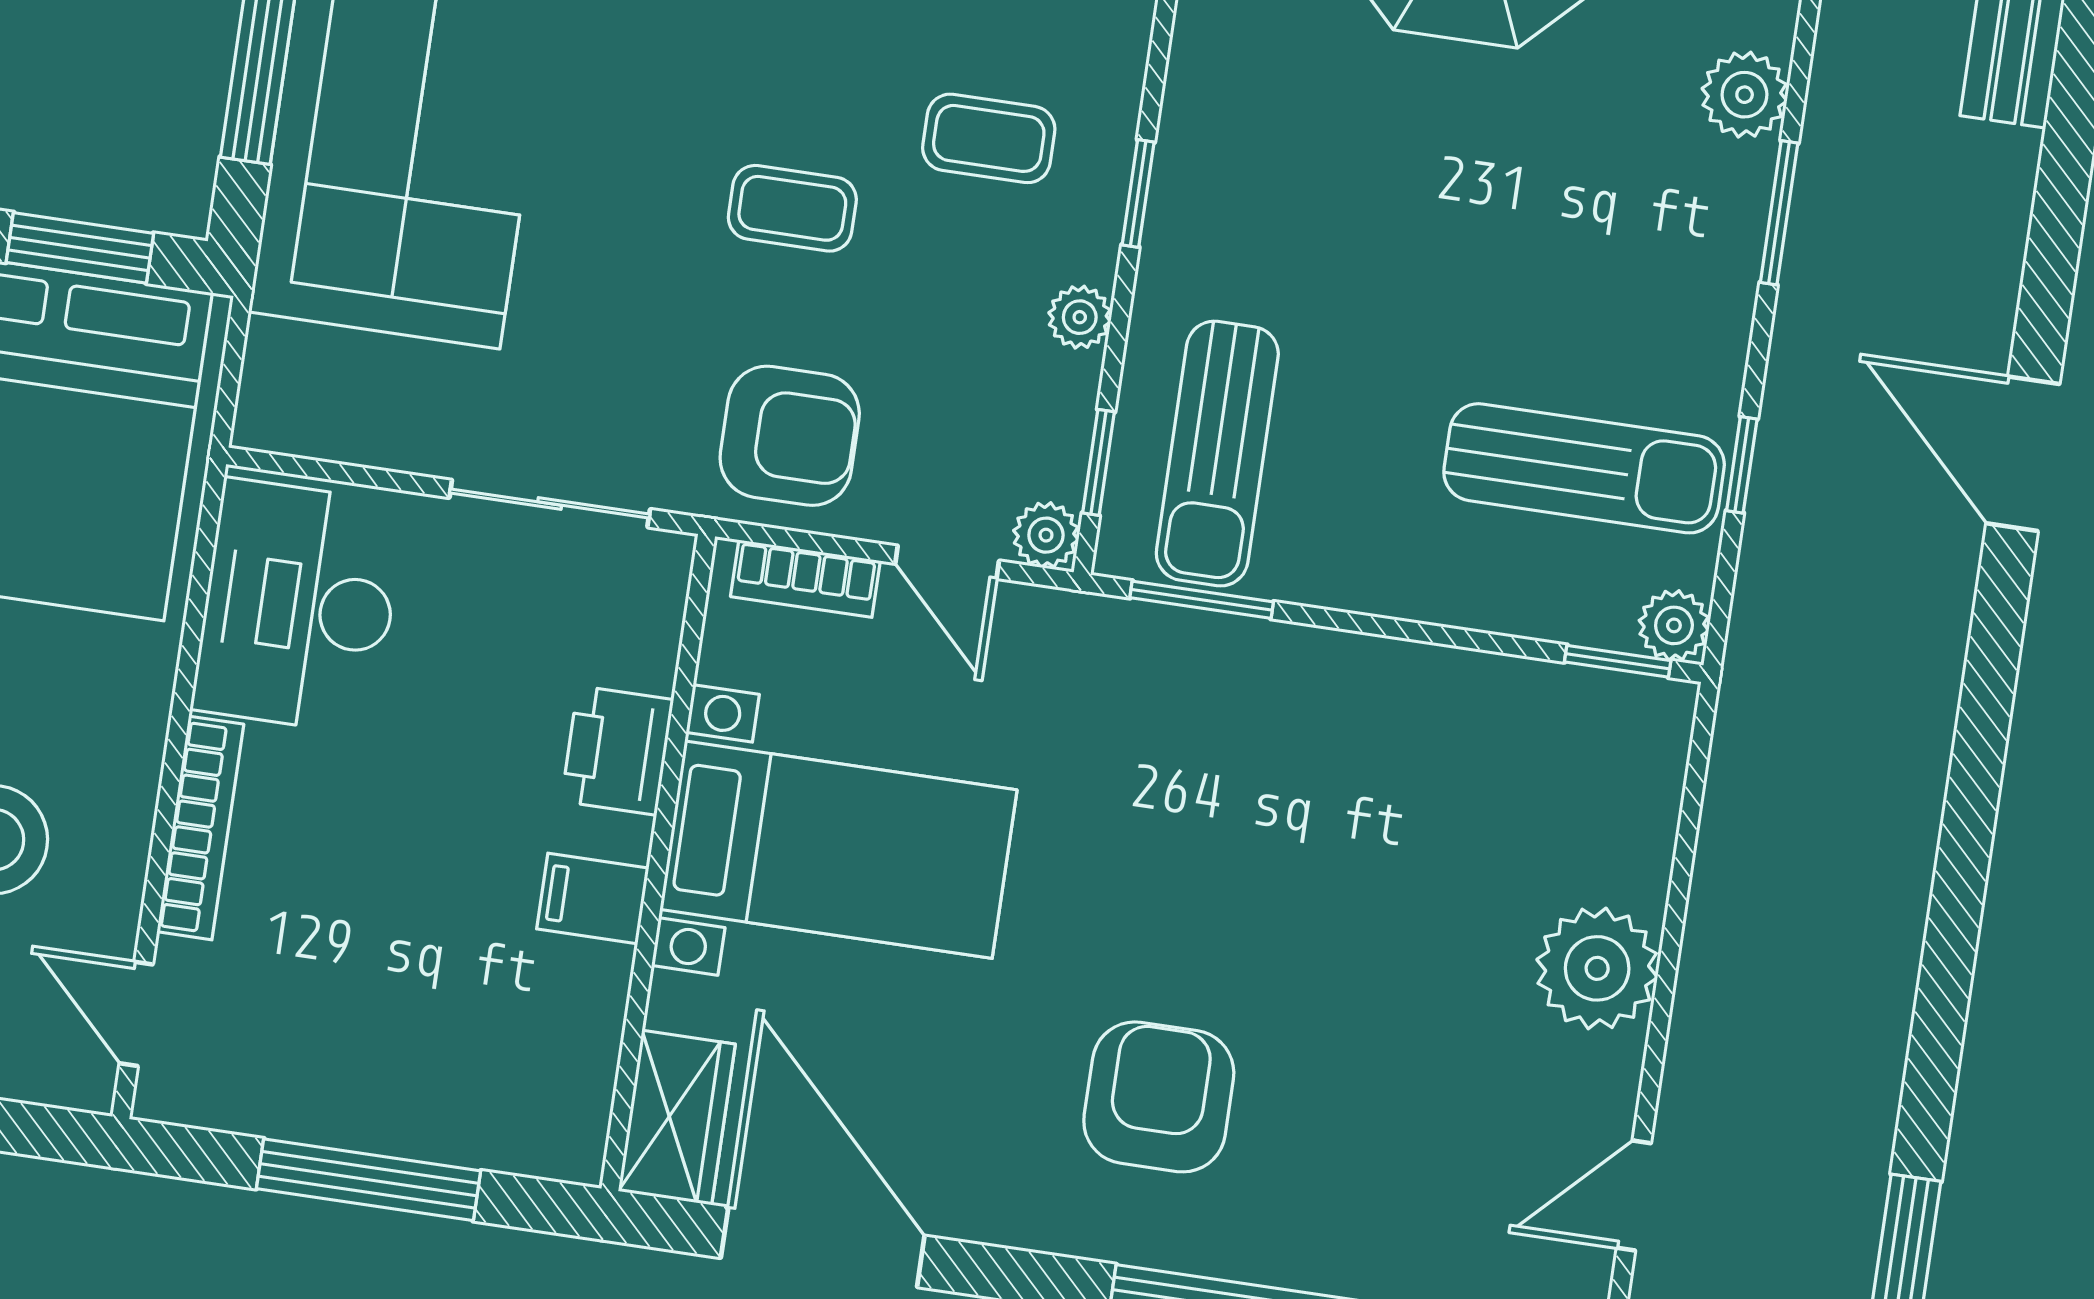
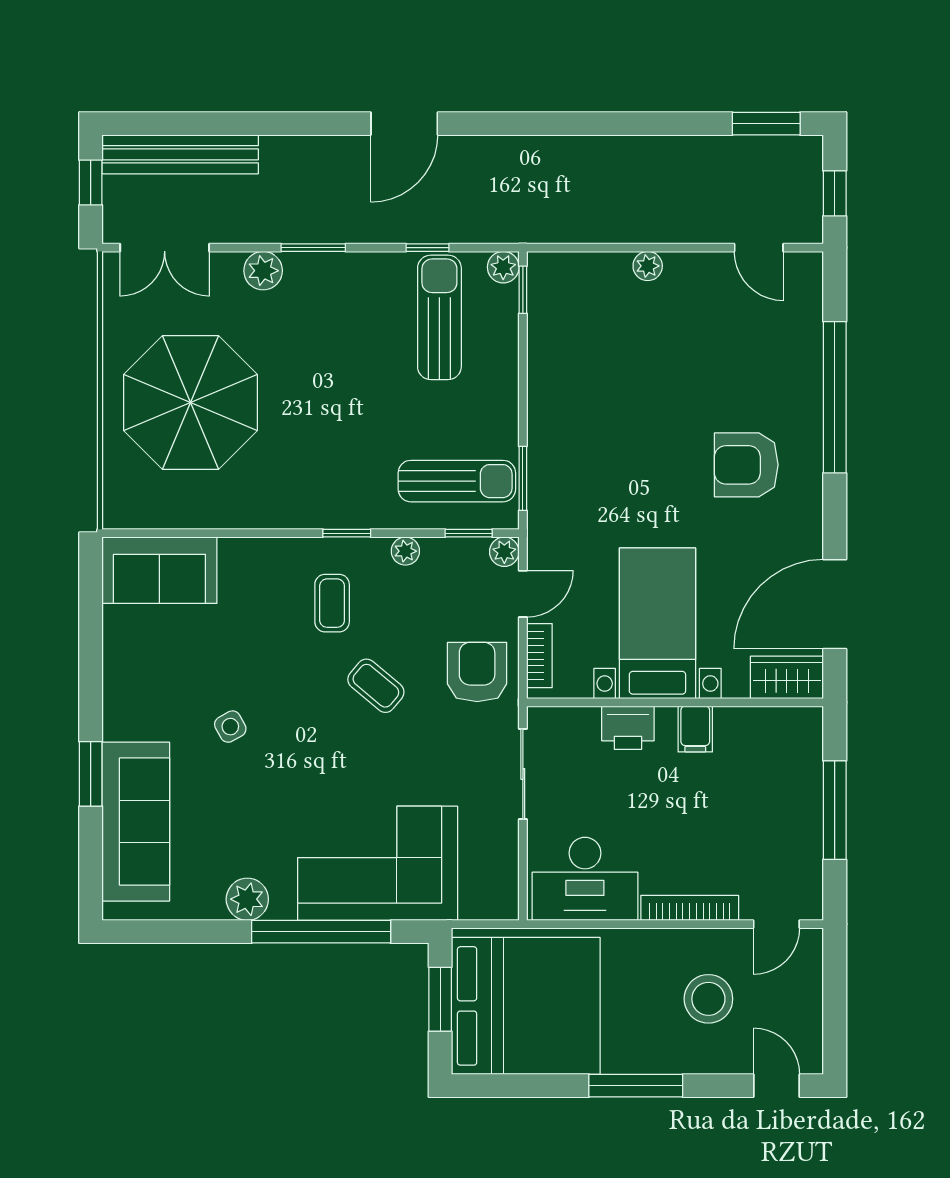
coffee table: (792, 208) -> (376, 686), turned -50
plant: (1597, 968) -> (648, 266), width x0.53, depth x0.53

